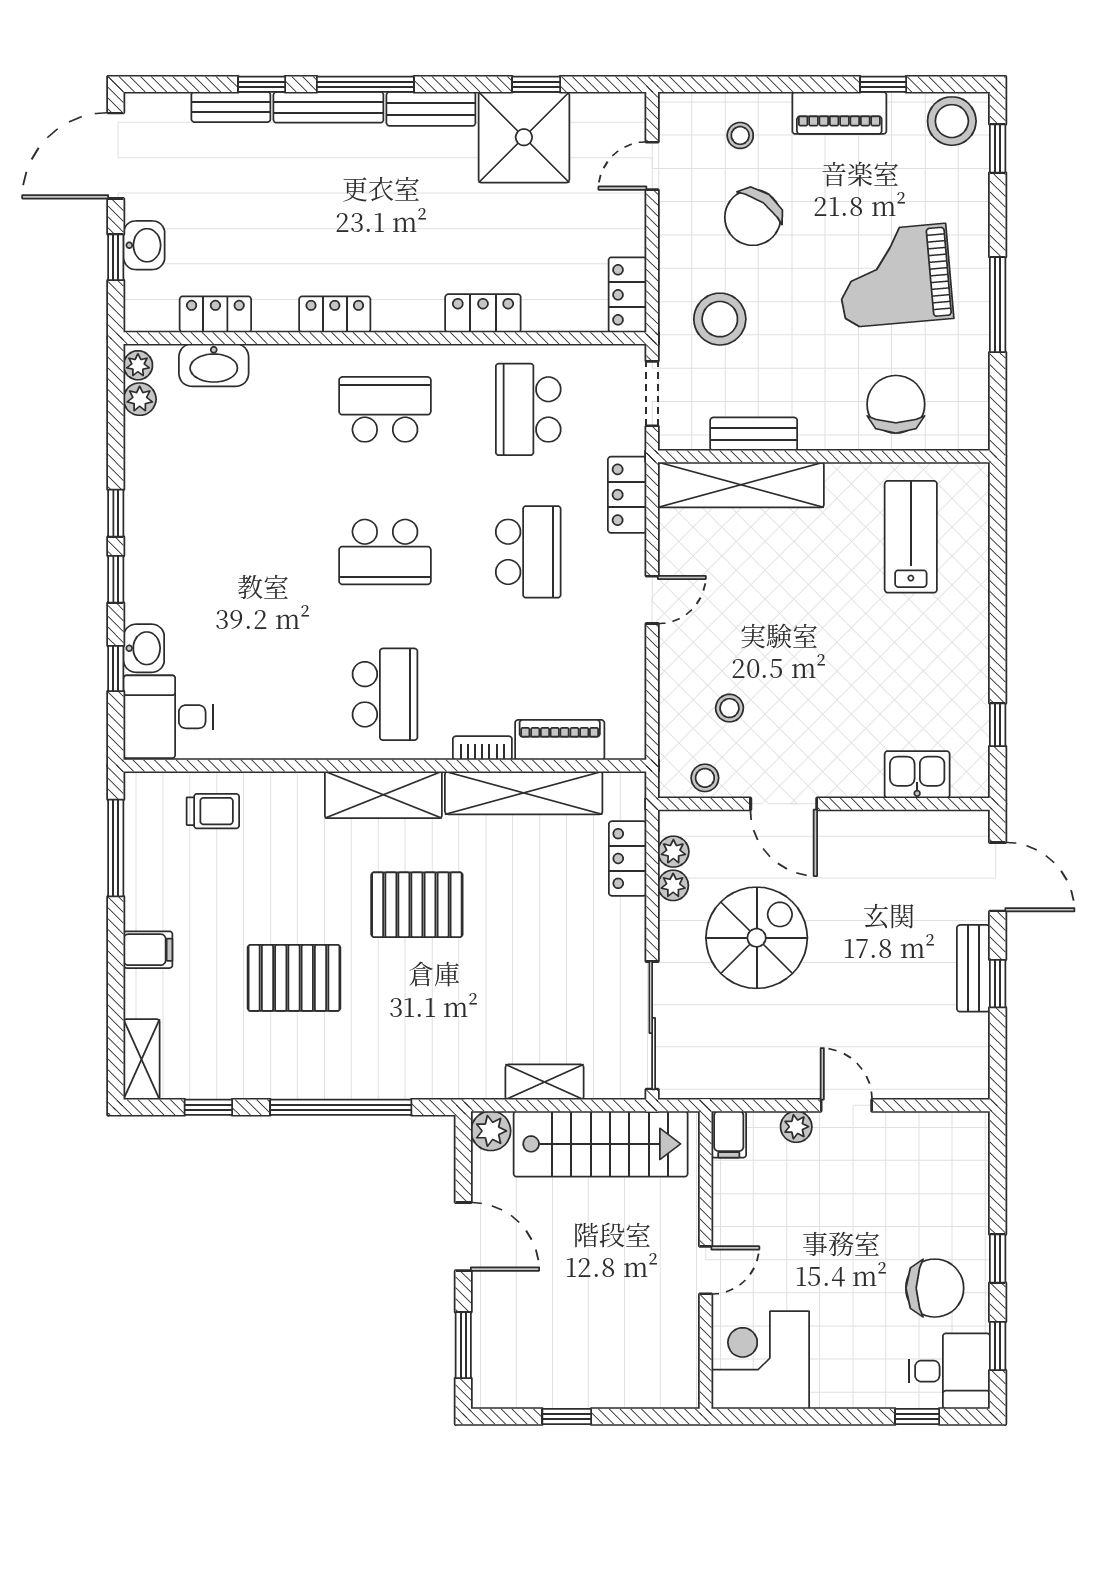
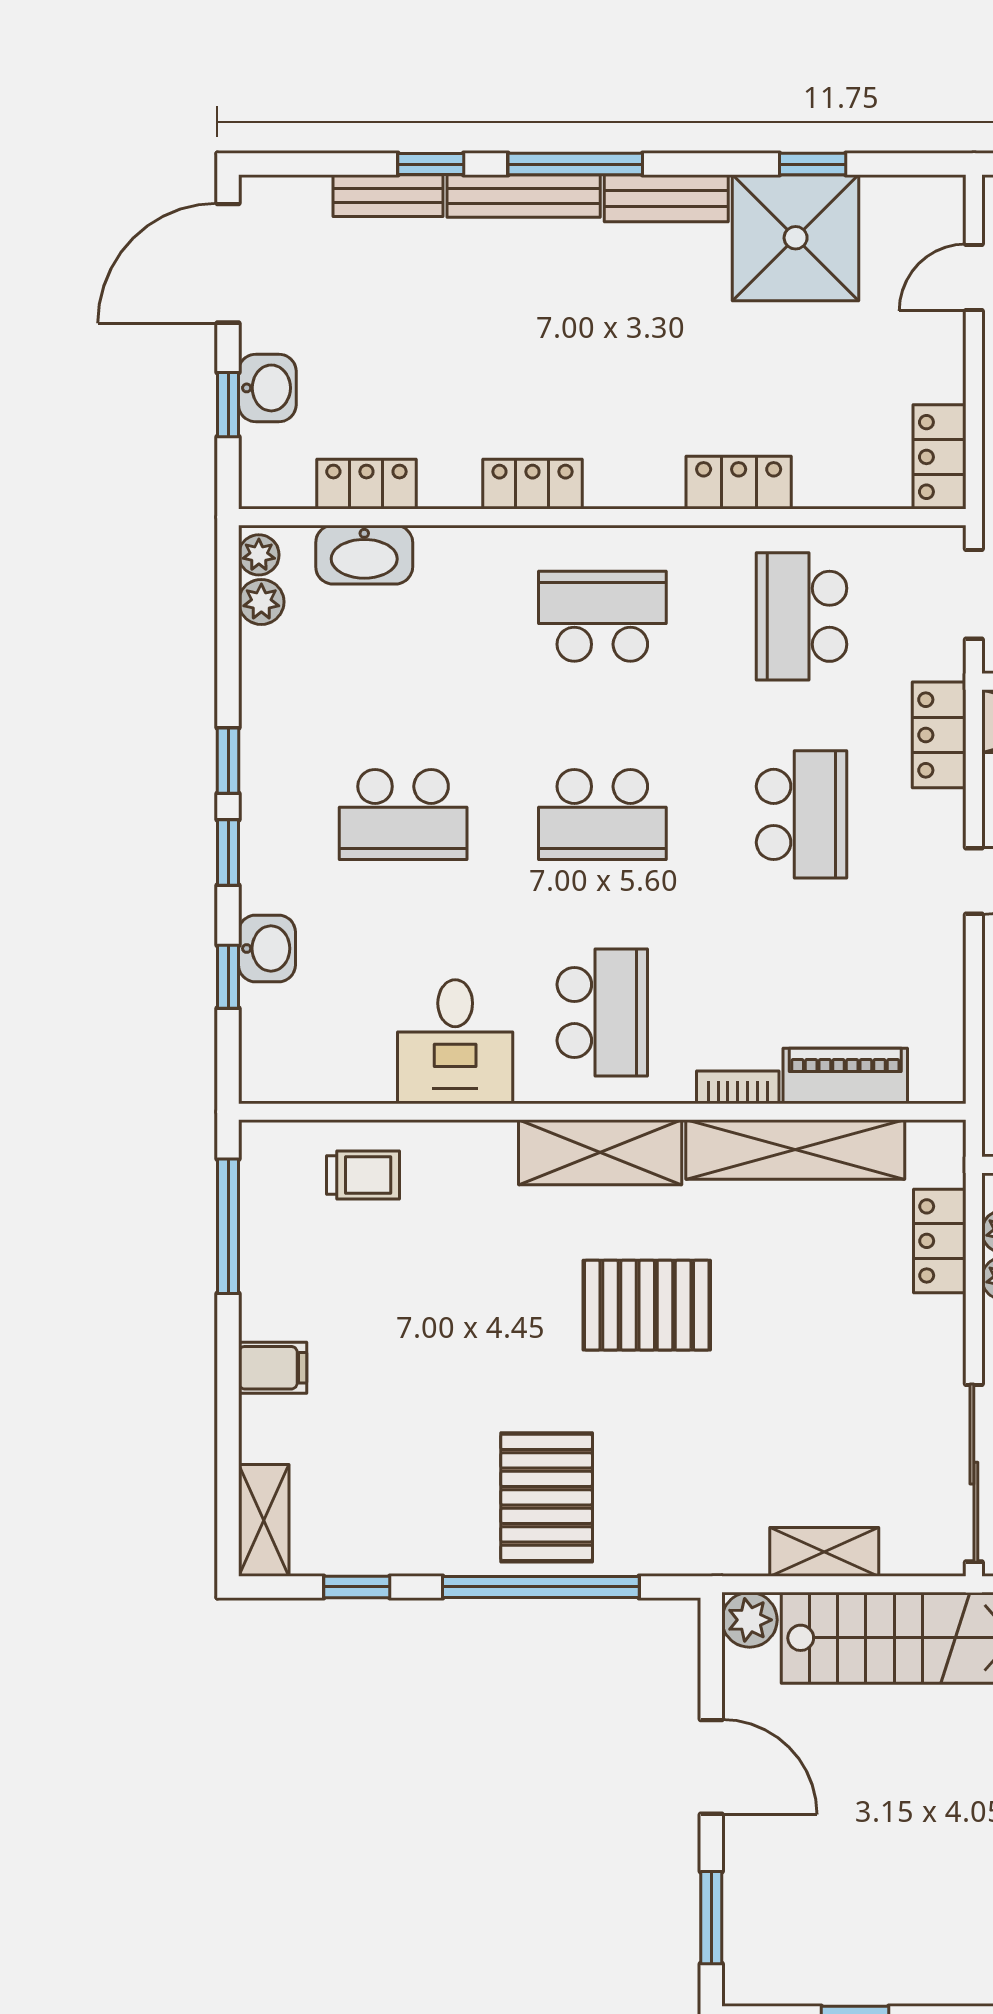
school desk: (242, 552) -> (403, 814), added
desk: (168, 717) -> (455, 1042), moved, turned -90
pallet: (294, 978) -> (547, 1497), moved, turned 90

